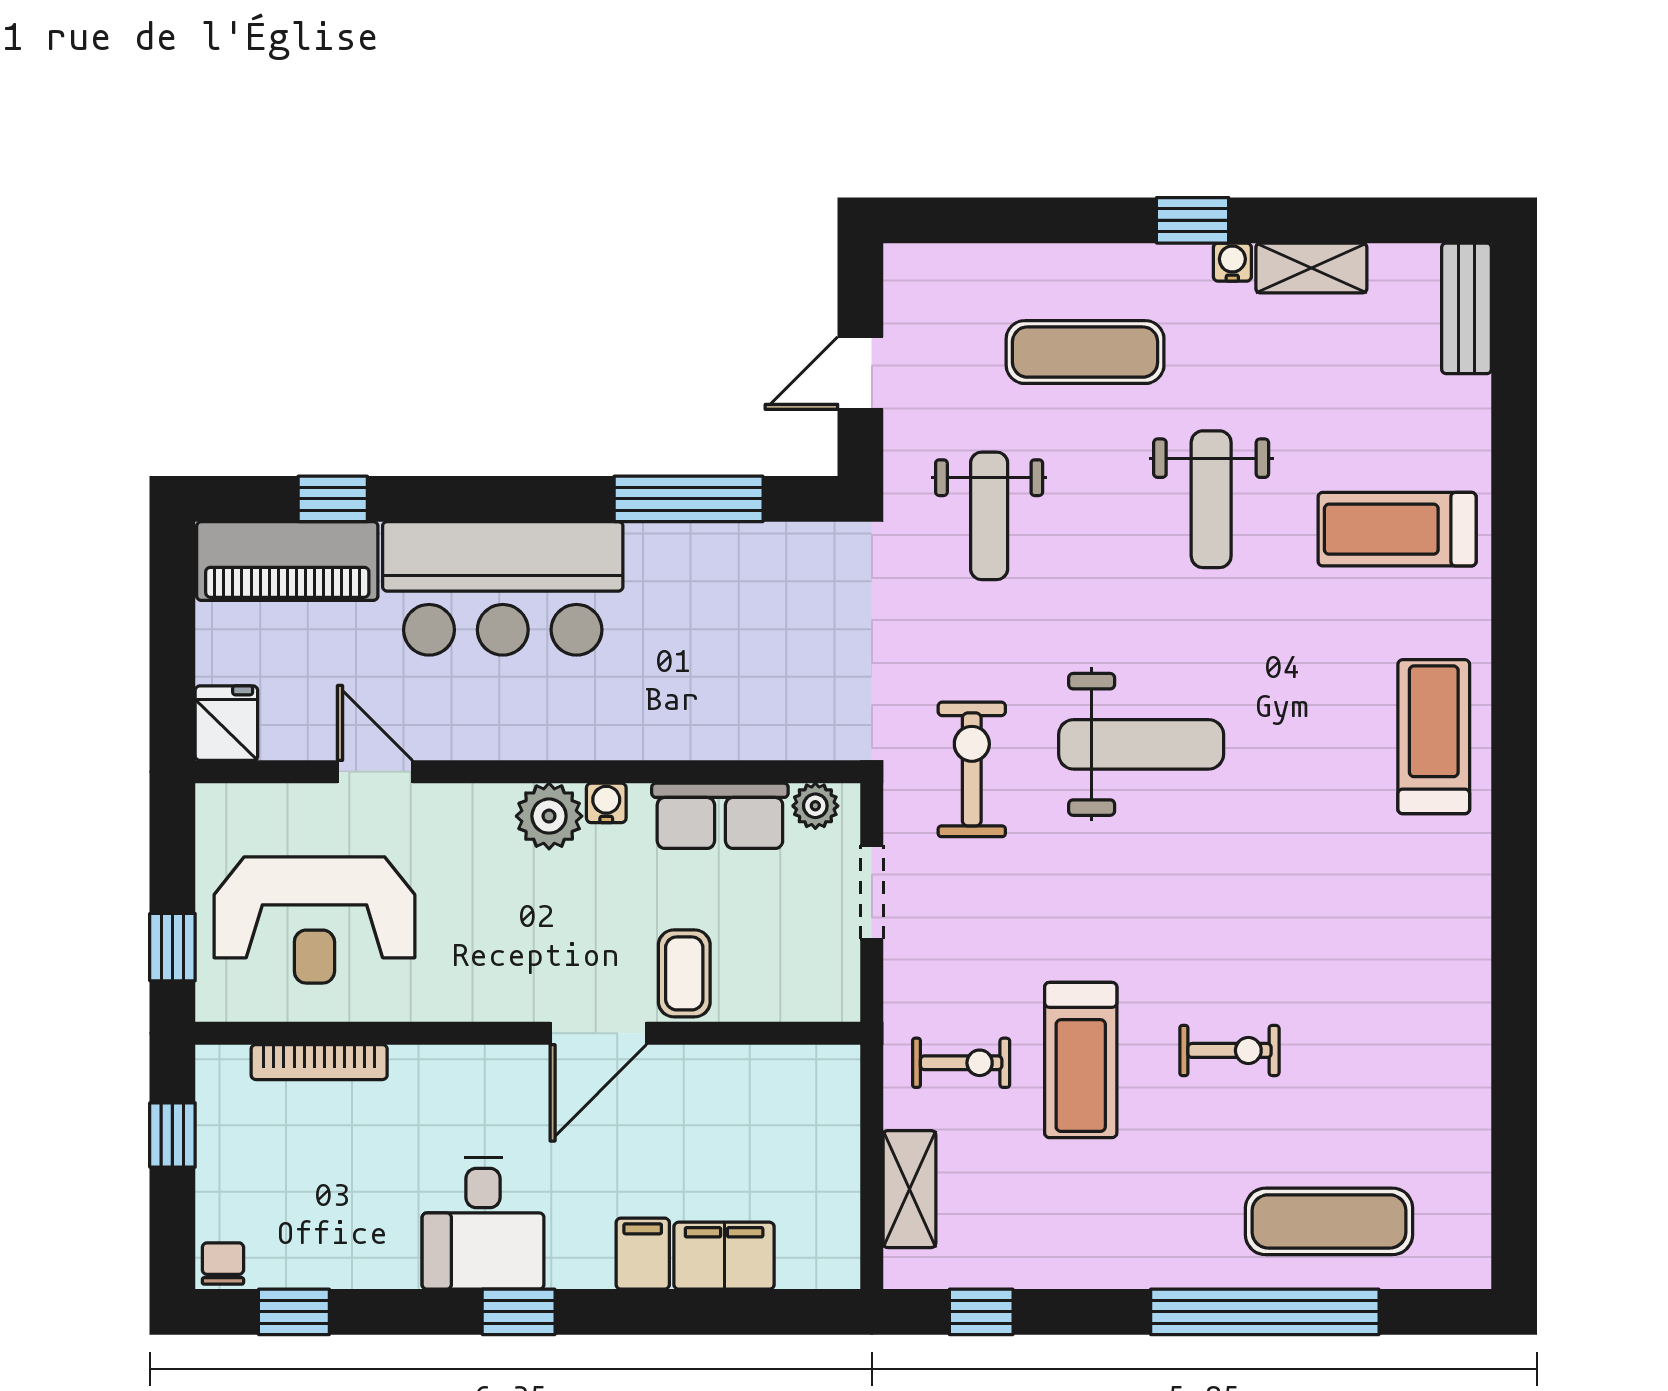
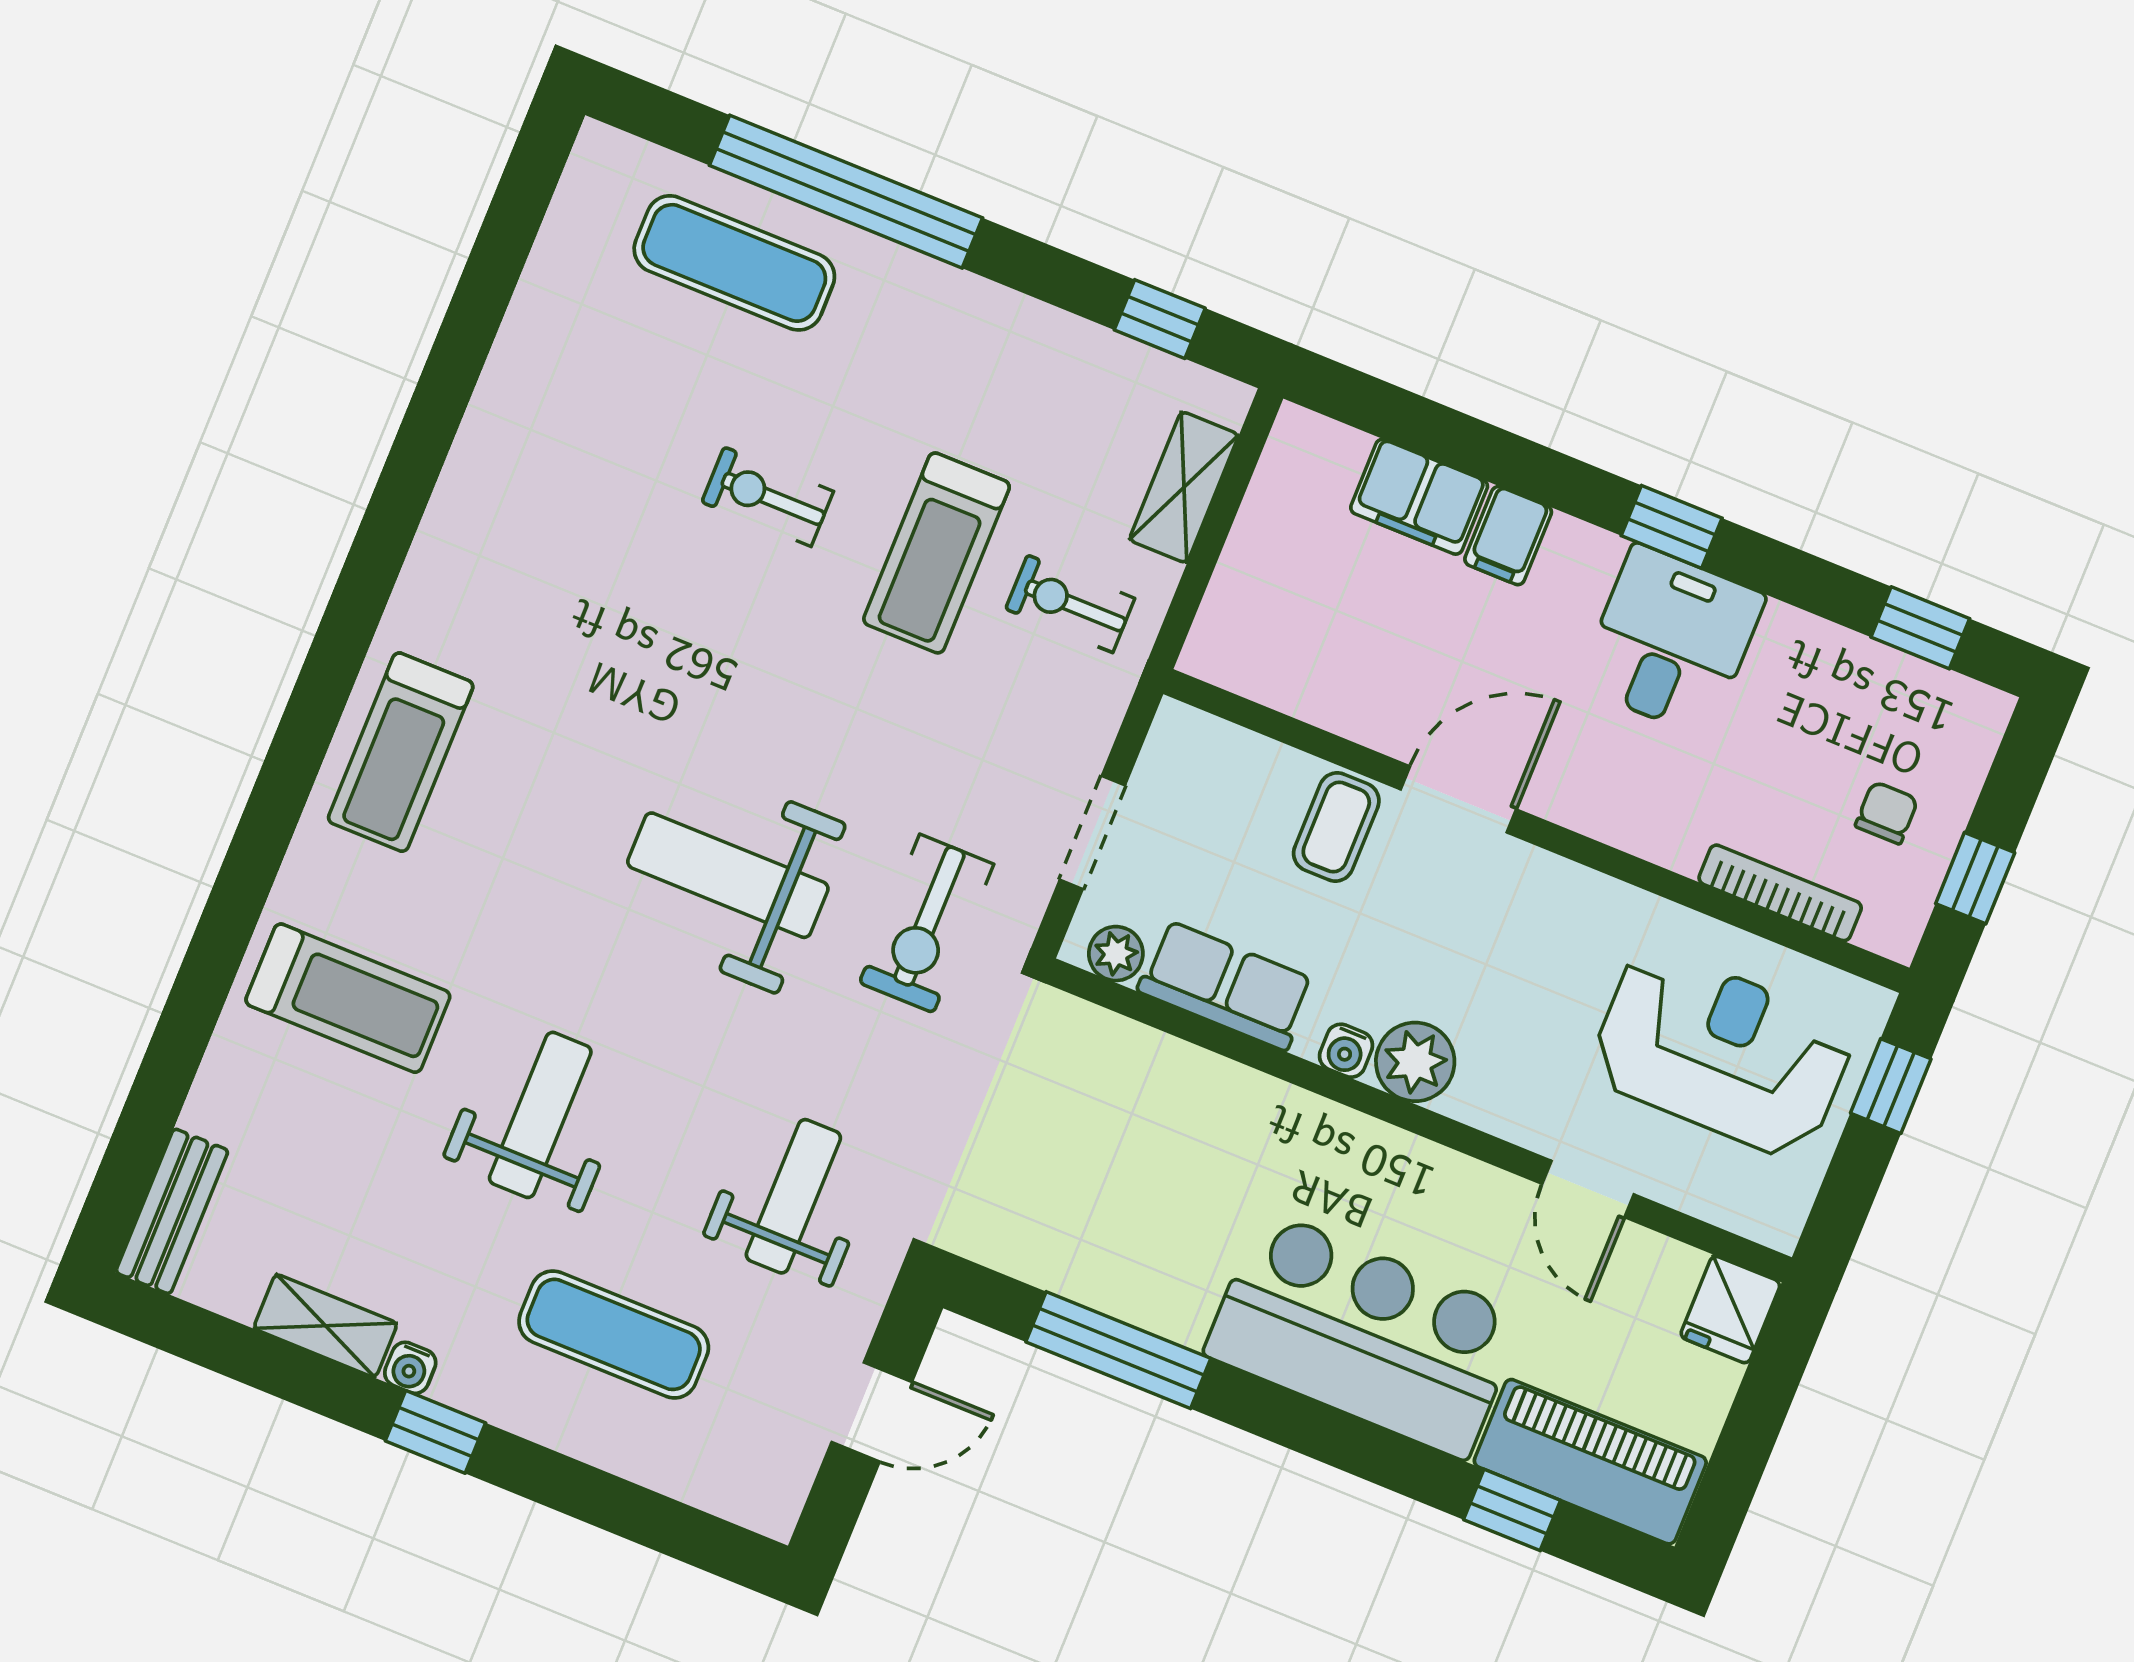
treadmill: (1081, 1060) -> (937, 553), turned 180
chair: (223, 1264) -> (1887, 813), moved, turned 180

